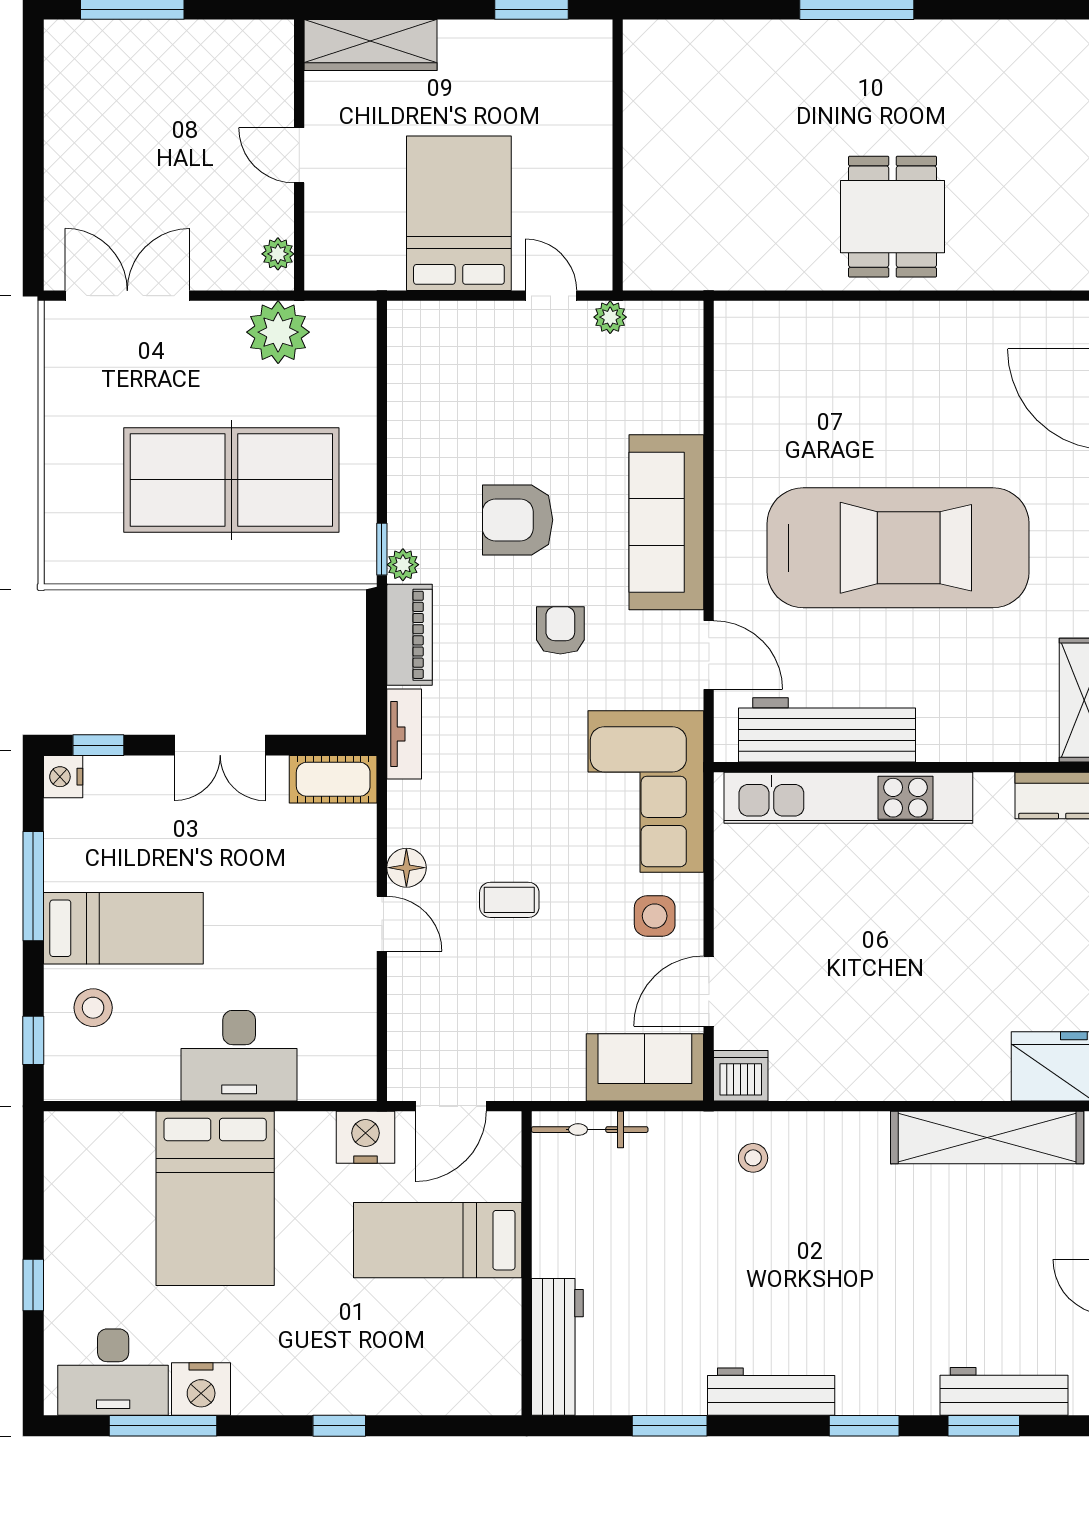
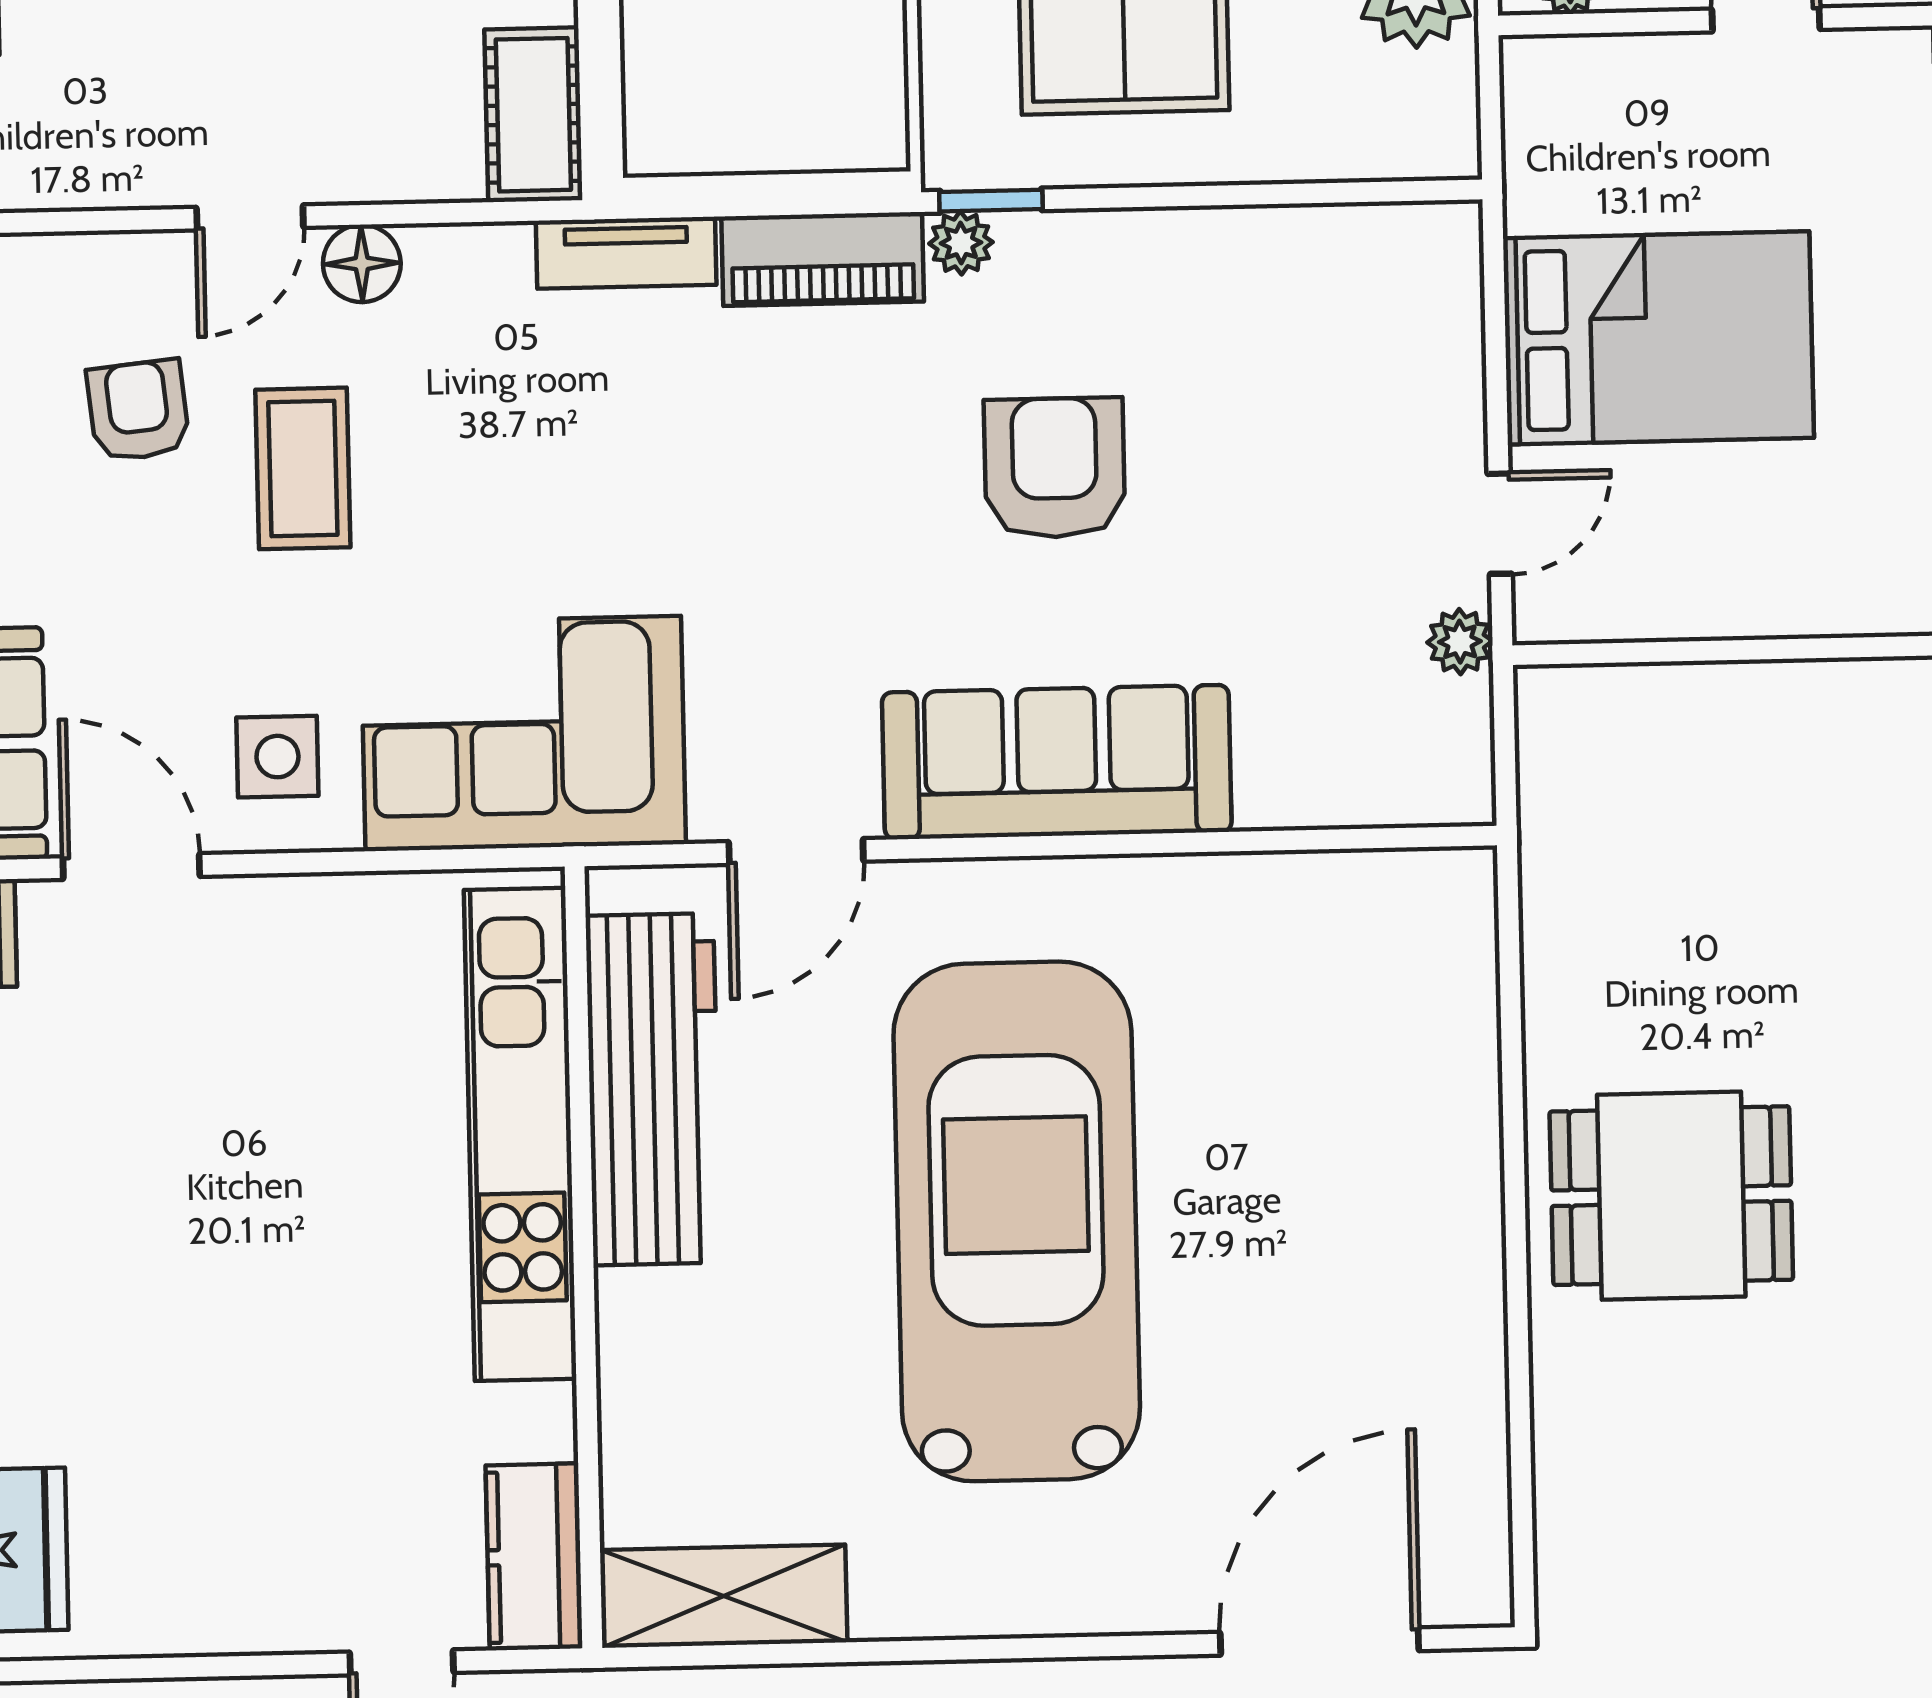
car: (898, 548) -> (1017, 1221), turned 180
armchair: (560, 630) -> (138, 410), moved, turned -96
coffee table: (509, 900) -> (303, 468), width x1.36, depth x1.30

